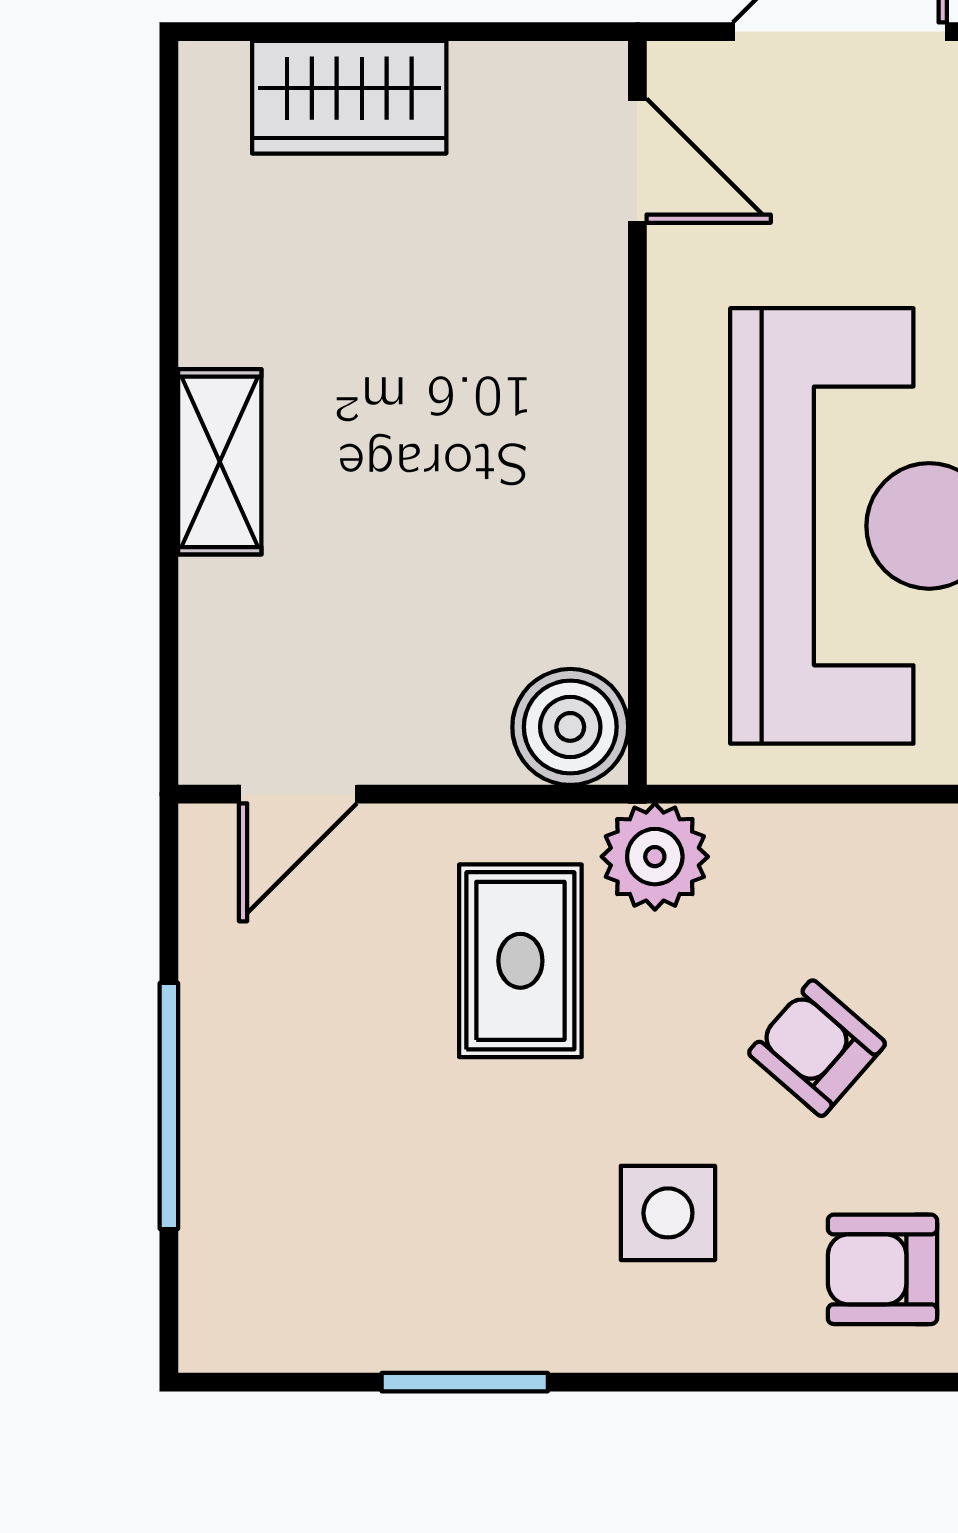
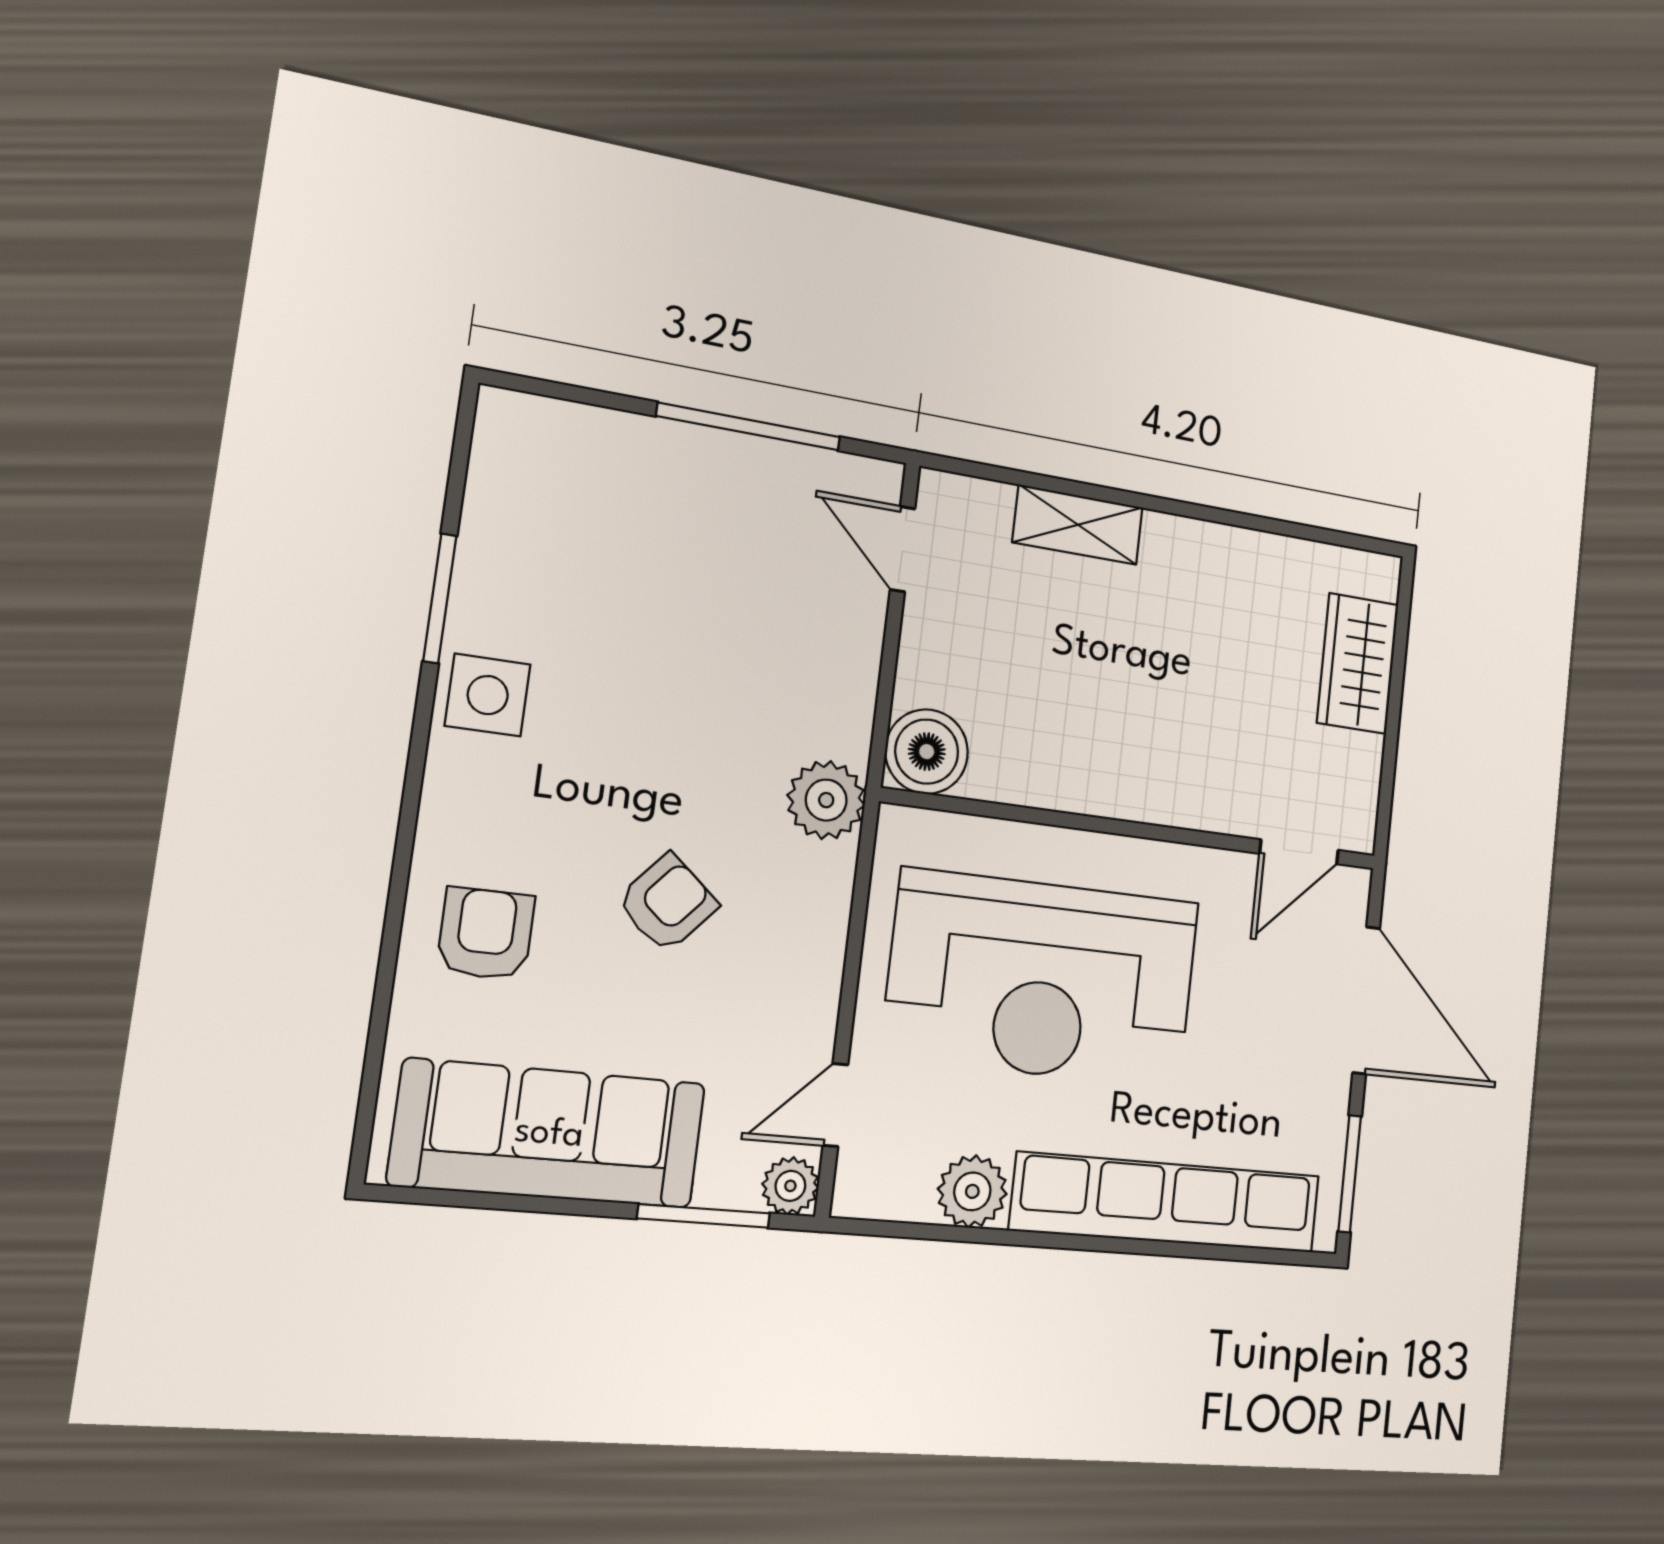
shelving: (220, 462) -> (1078, 525), moved
rug: (520, 961) -> (762, 690), removed
window: (169, 1106) -> (749, 427), moved
side table: (668, 1213) -> (488, 695), moved

